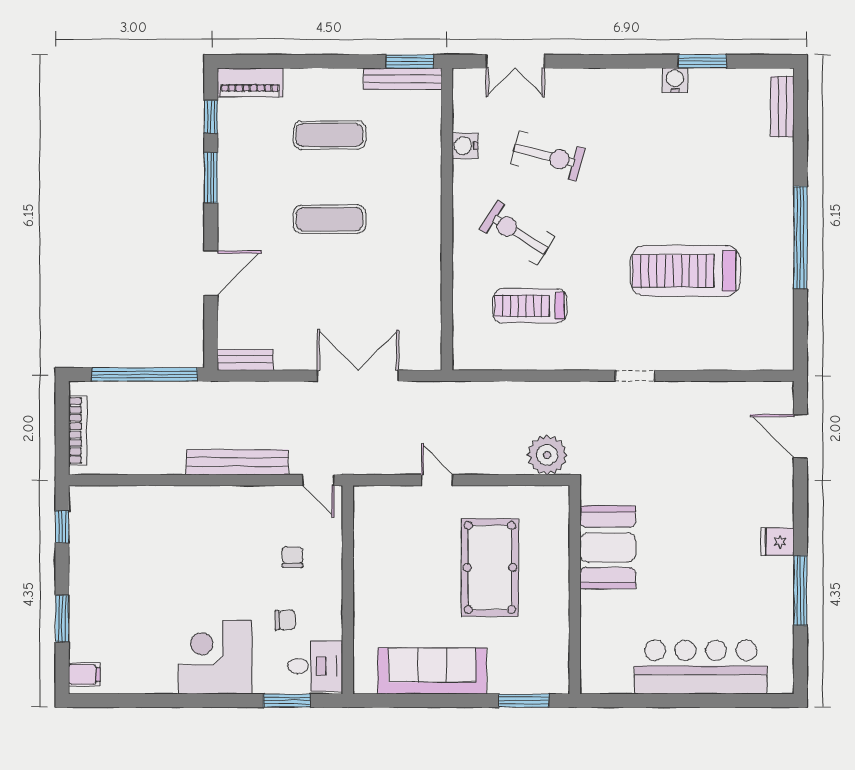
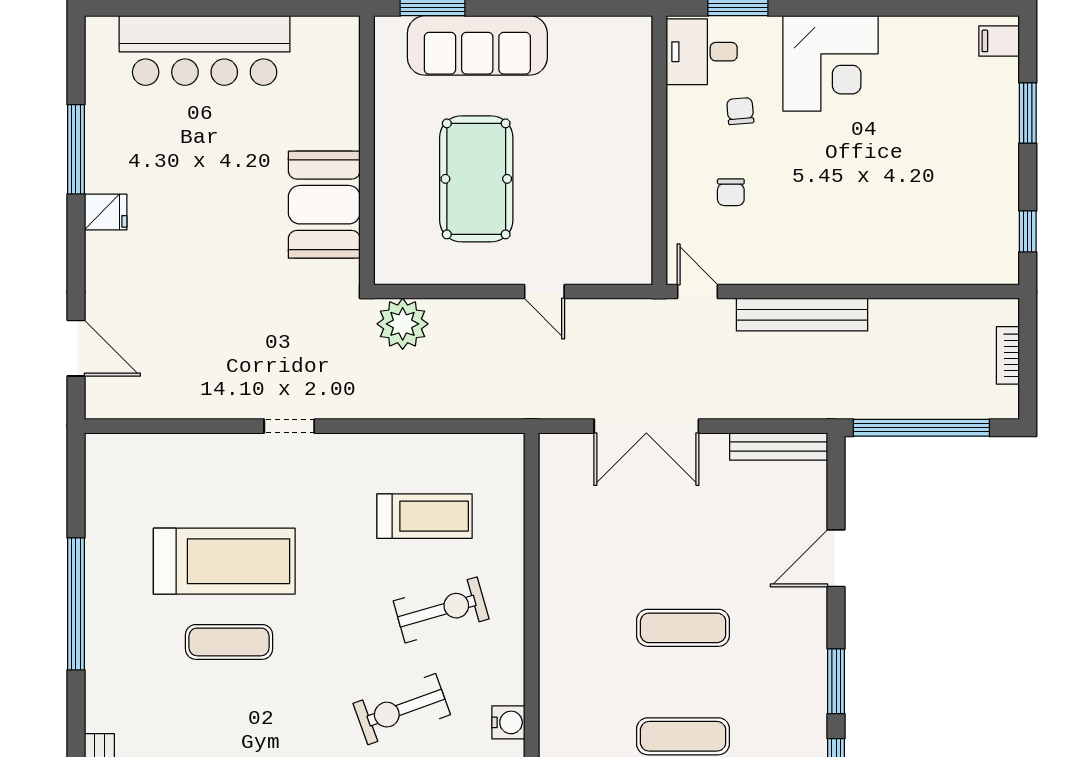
exercise bike: (548, 156) -> (402, 709), turned -35
exercise mat: (682, 208) -> (229, 642), added
exercise bike: (517, 233) -> (441, 610), turned -48
bench: (245, 360) -> (779, 447), width x1.36
bookcase: (77, 430) -> (1008, 355), width x0.64
chair: (285, 620) -> (740, 111), turned 85
sofa: (432, 671) -> (477, 45), moved

